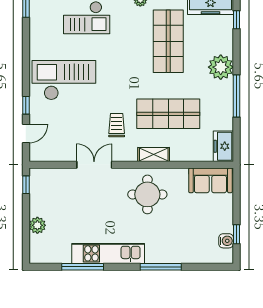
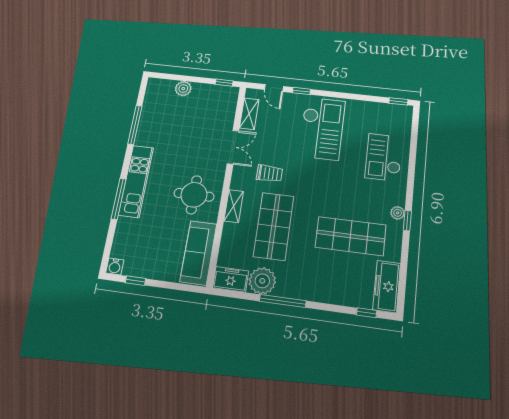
plant: (221, 67) -> (262, 281), moved
shelving: (57, 154) -> (249, 114), added
sofa: (210, 180) -> (198, 253), width x1.36
water cooler: (226, 241) -> (115, 266), moved
kitchen unit: (108, 253) -> (136, 181), moved

